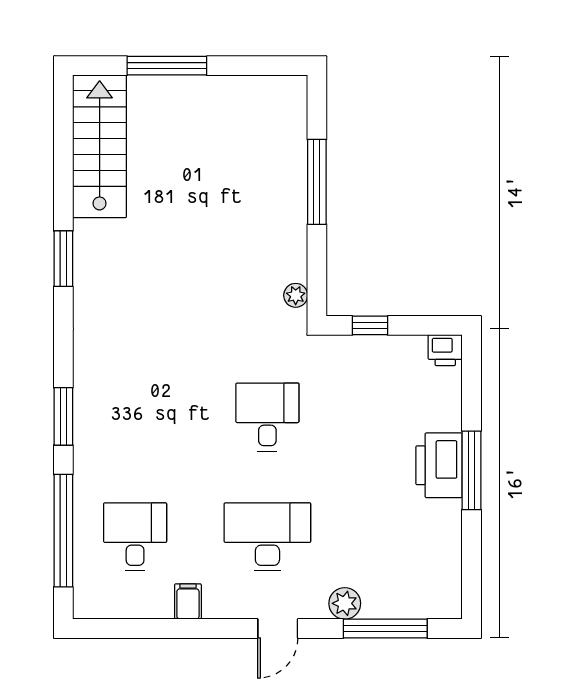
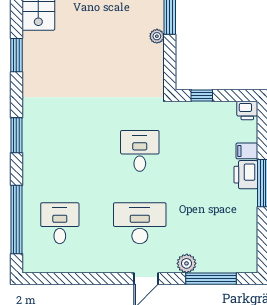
plant: (296, 295) -> (157, 36), moved
window: (63, 416) -> (16, 135), moved
printer: (439, 465) -> (246, 175), width x0.73, depth x0.84
filing cabinet: (188, 602) -> (247, 151), moved, turned -90

